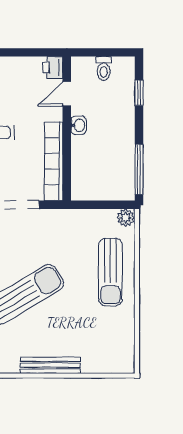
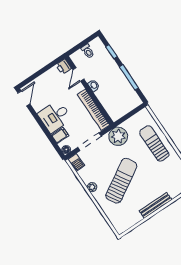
window: (139, 169) -> (129, 77), moved
plant: (126, 218) -> (118, 136), moved, width x1.87, depth x1.87
sun lounger: (110, 272) -> (154, 143), turned 180

